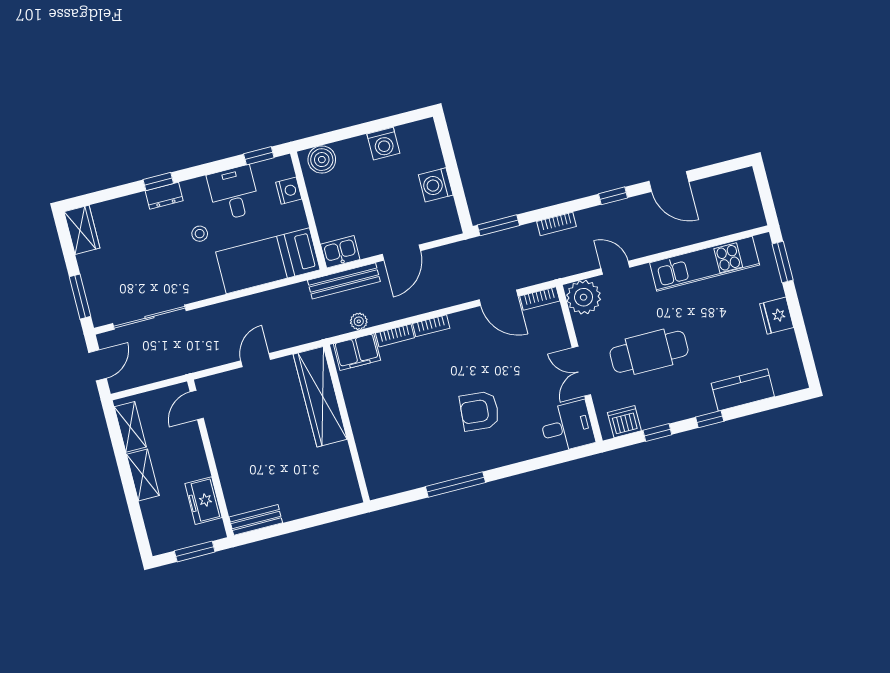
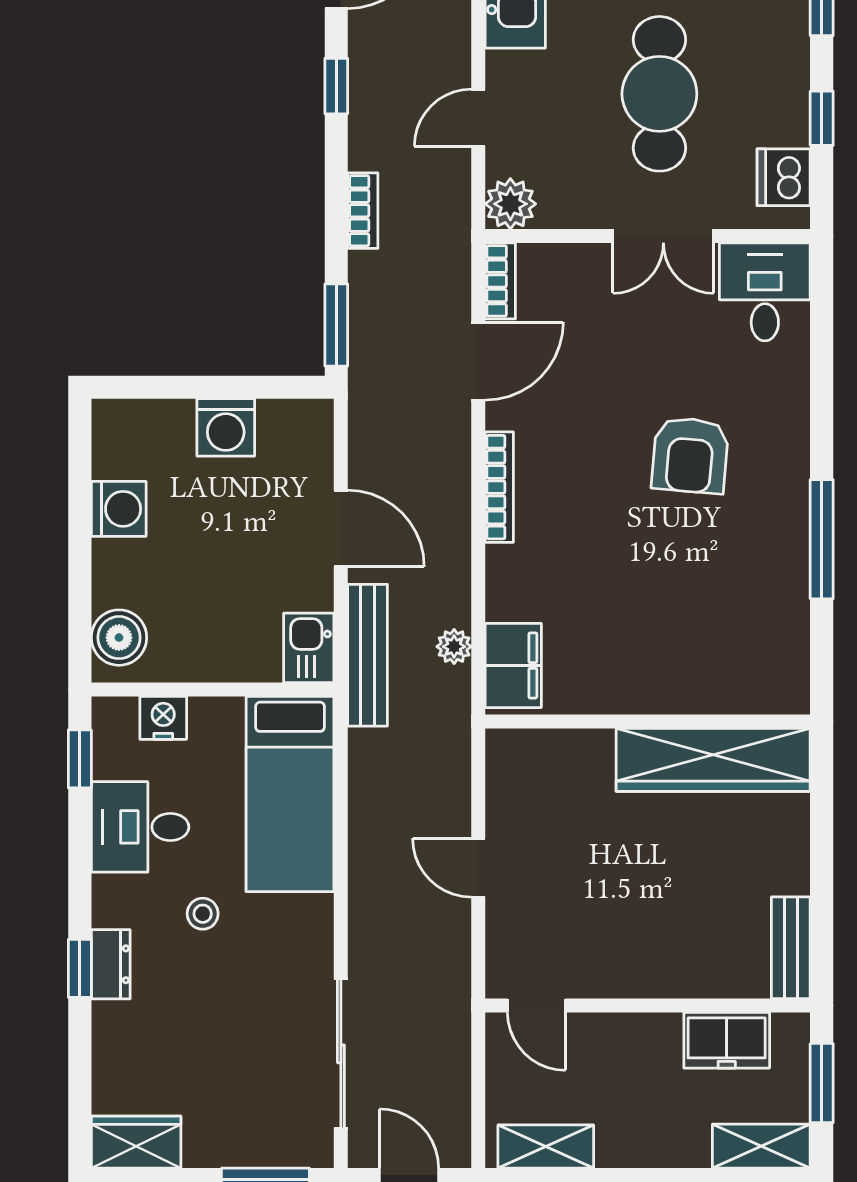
plant: (584, 297) -> (510, 204), width x0.73, depth x0.73
bookcase: (431, 326) -> (499, 487), width x1.56
bookcase: (395, 335) -> (500, 583), removed
wardrobe: (320, 397) -> (713, 760), moved
shelving: (143, 475) -> (761, 1146), moved

